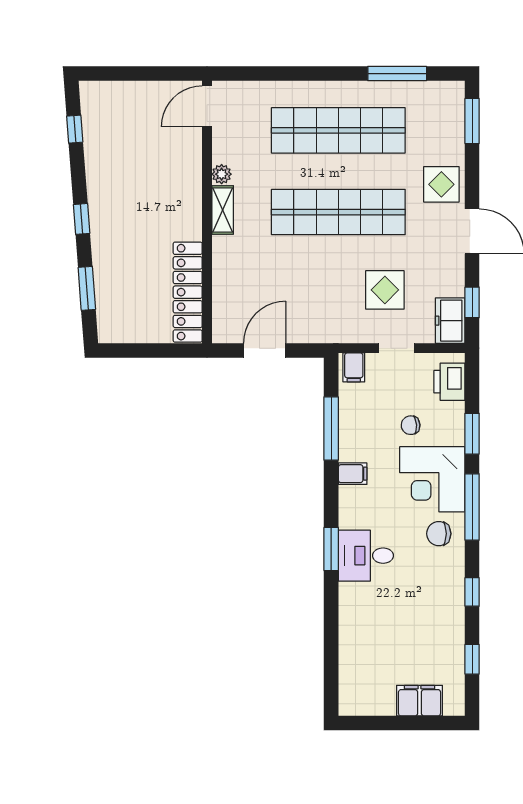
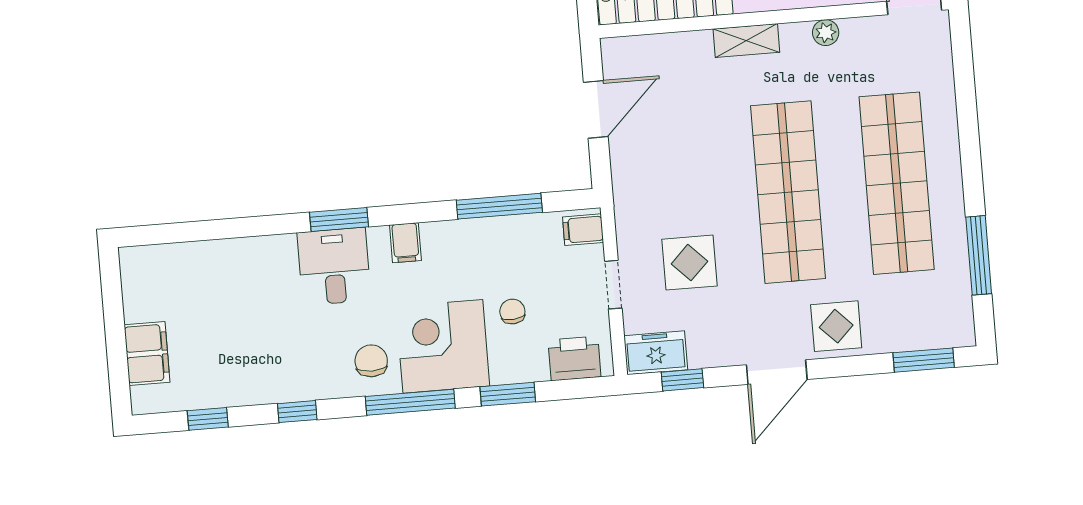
shelving: (223, 210) -> (746, 41), moved
door: (265, 351) -> (596, 109), hinge flipped
filing cabinet: (353, 474) -> (405, 243), moved

